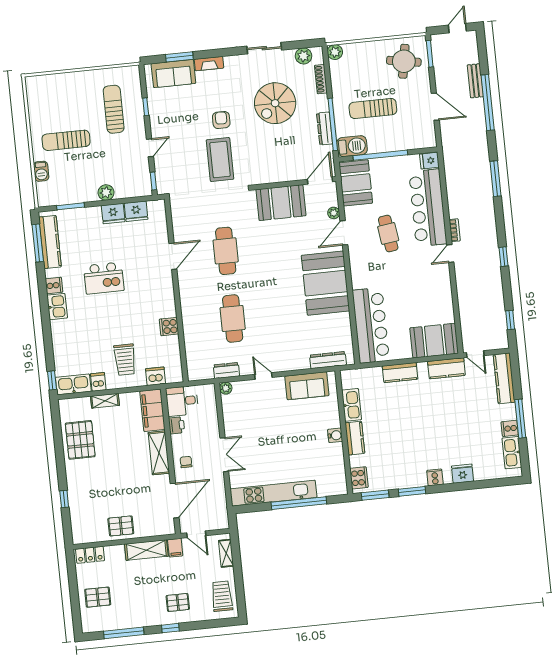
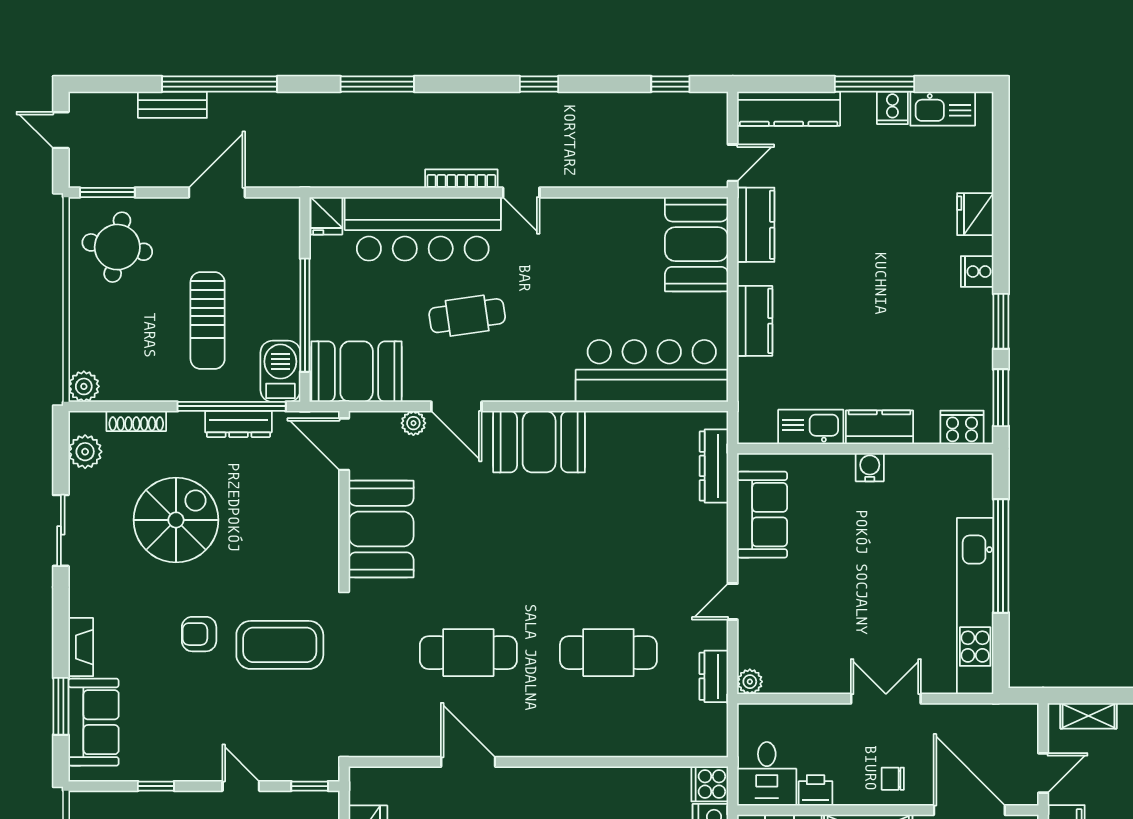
spiral stairs: (275, 103) -> (176, 520), turned -90
bookcase: (455, 230) -> (461, 179), width x1.56
booth: (326, 283) -> (539, 442), width x0.73, depth x0.70
cooker: (169, 327) -> (710, 784), moved, turned 90

